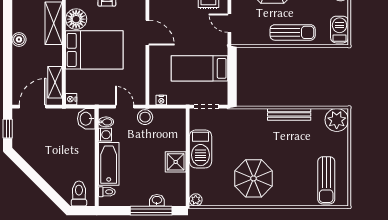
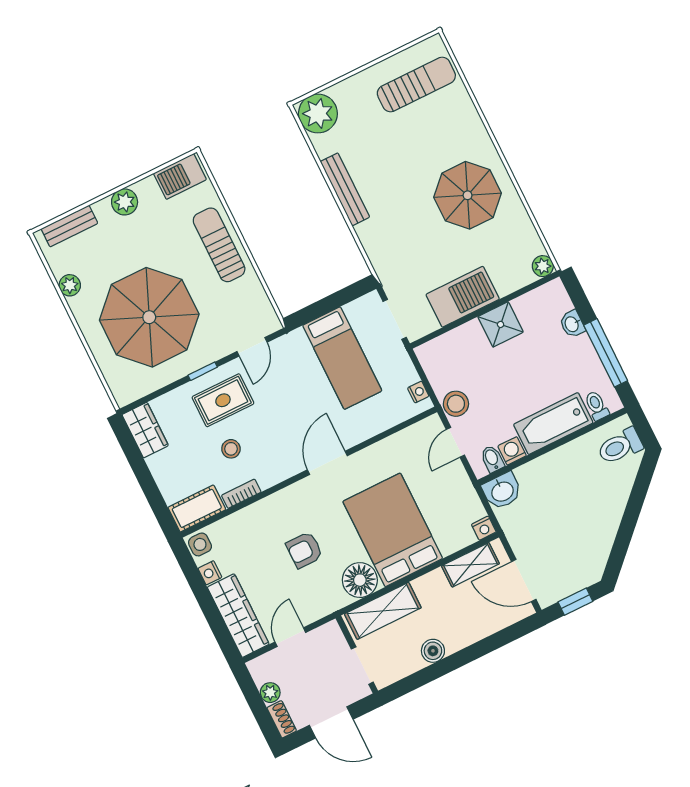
window: (151, 211) -> (606, 353), moved

